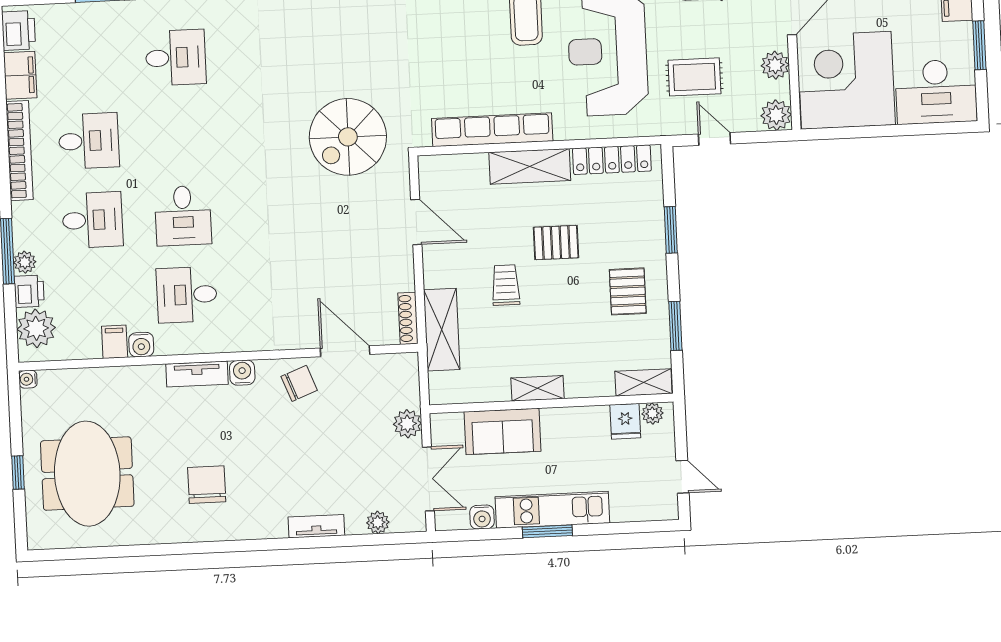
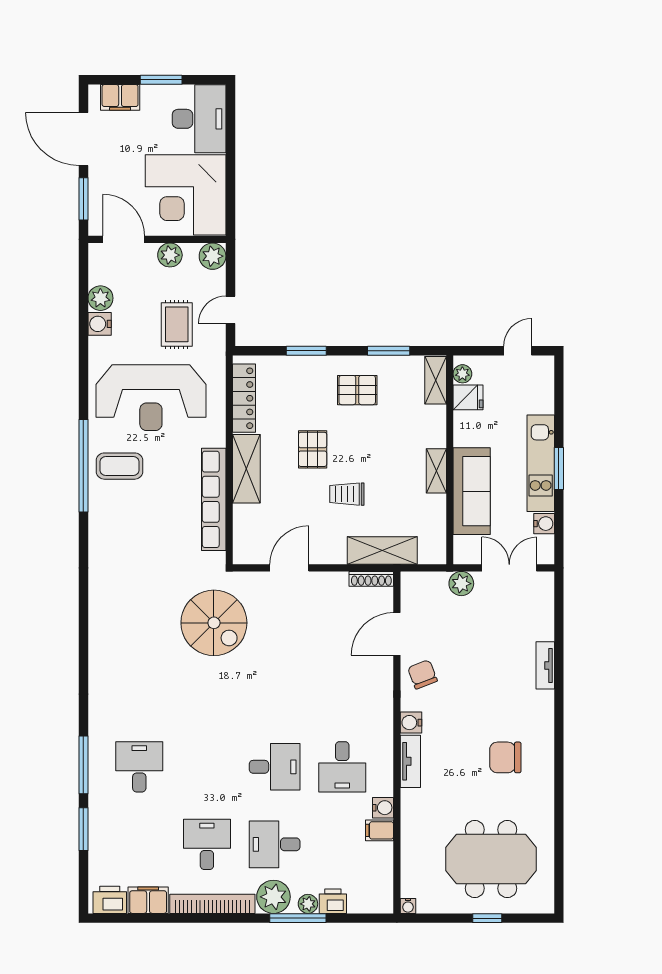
desk: (92, 220) -> (275, 844), turned -90
plant: (36, 328) -> (273, 897), moved
sofa: (502, 431) -> (472, 491), width x1.36
plant: (378, 522) -> (544, 613), removed

